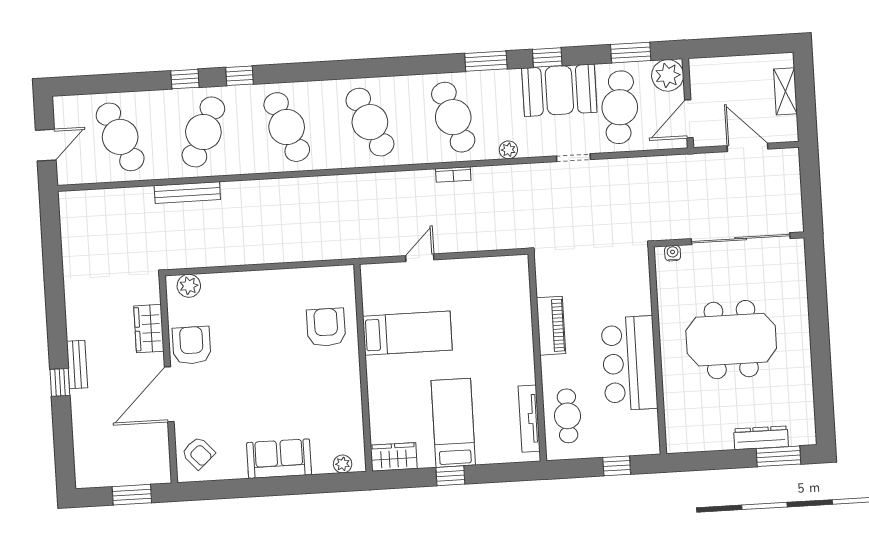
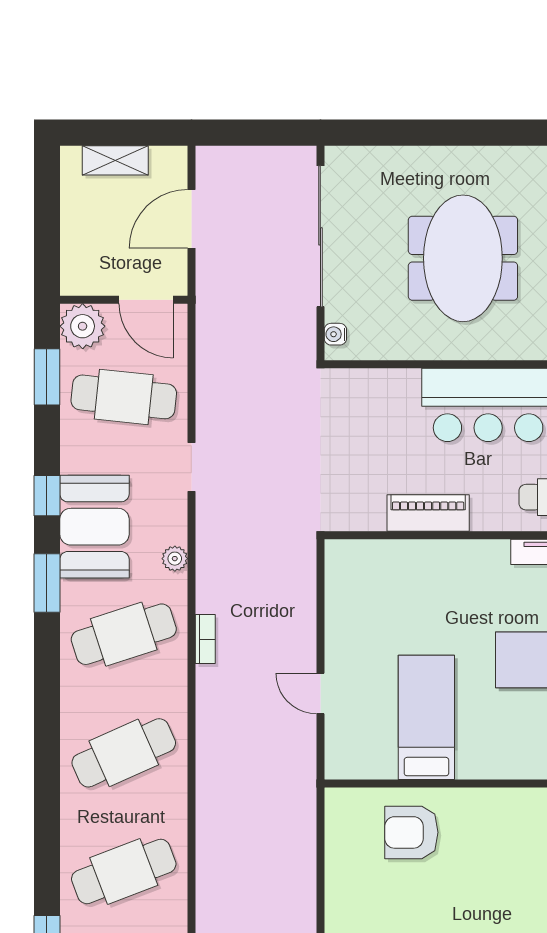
booth: (559, 90) -> (94, 527), moved

